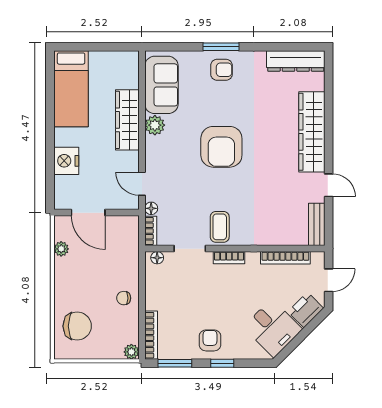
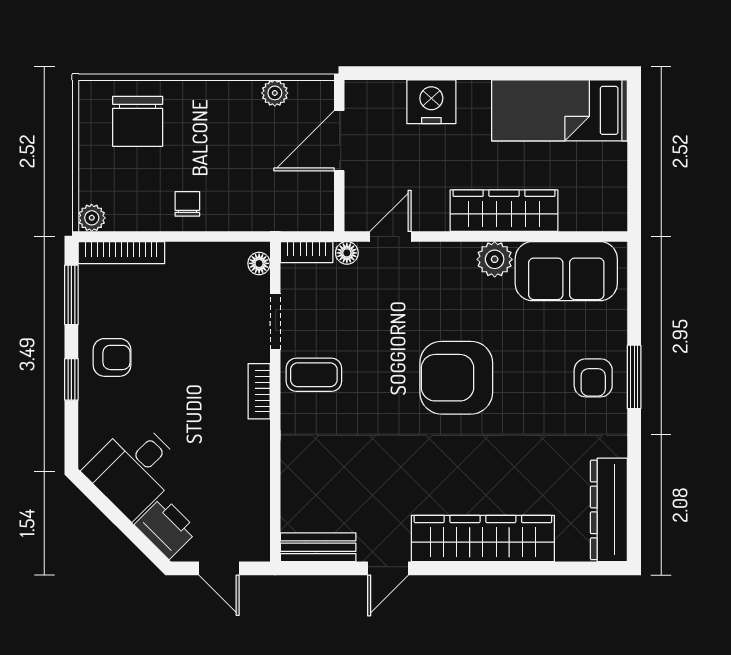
bookcase: (285, 258) -> (259, 492), removed

